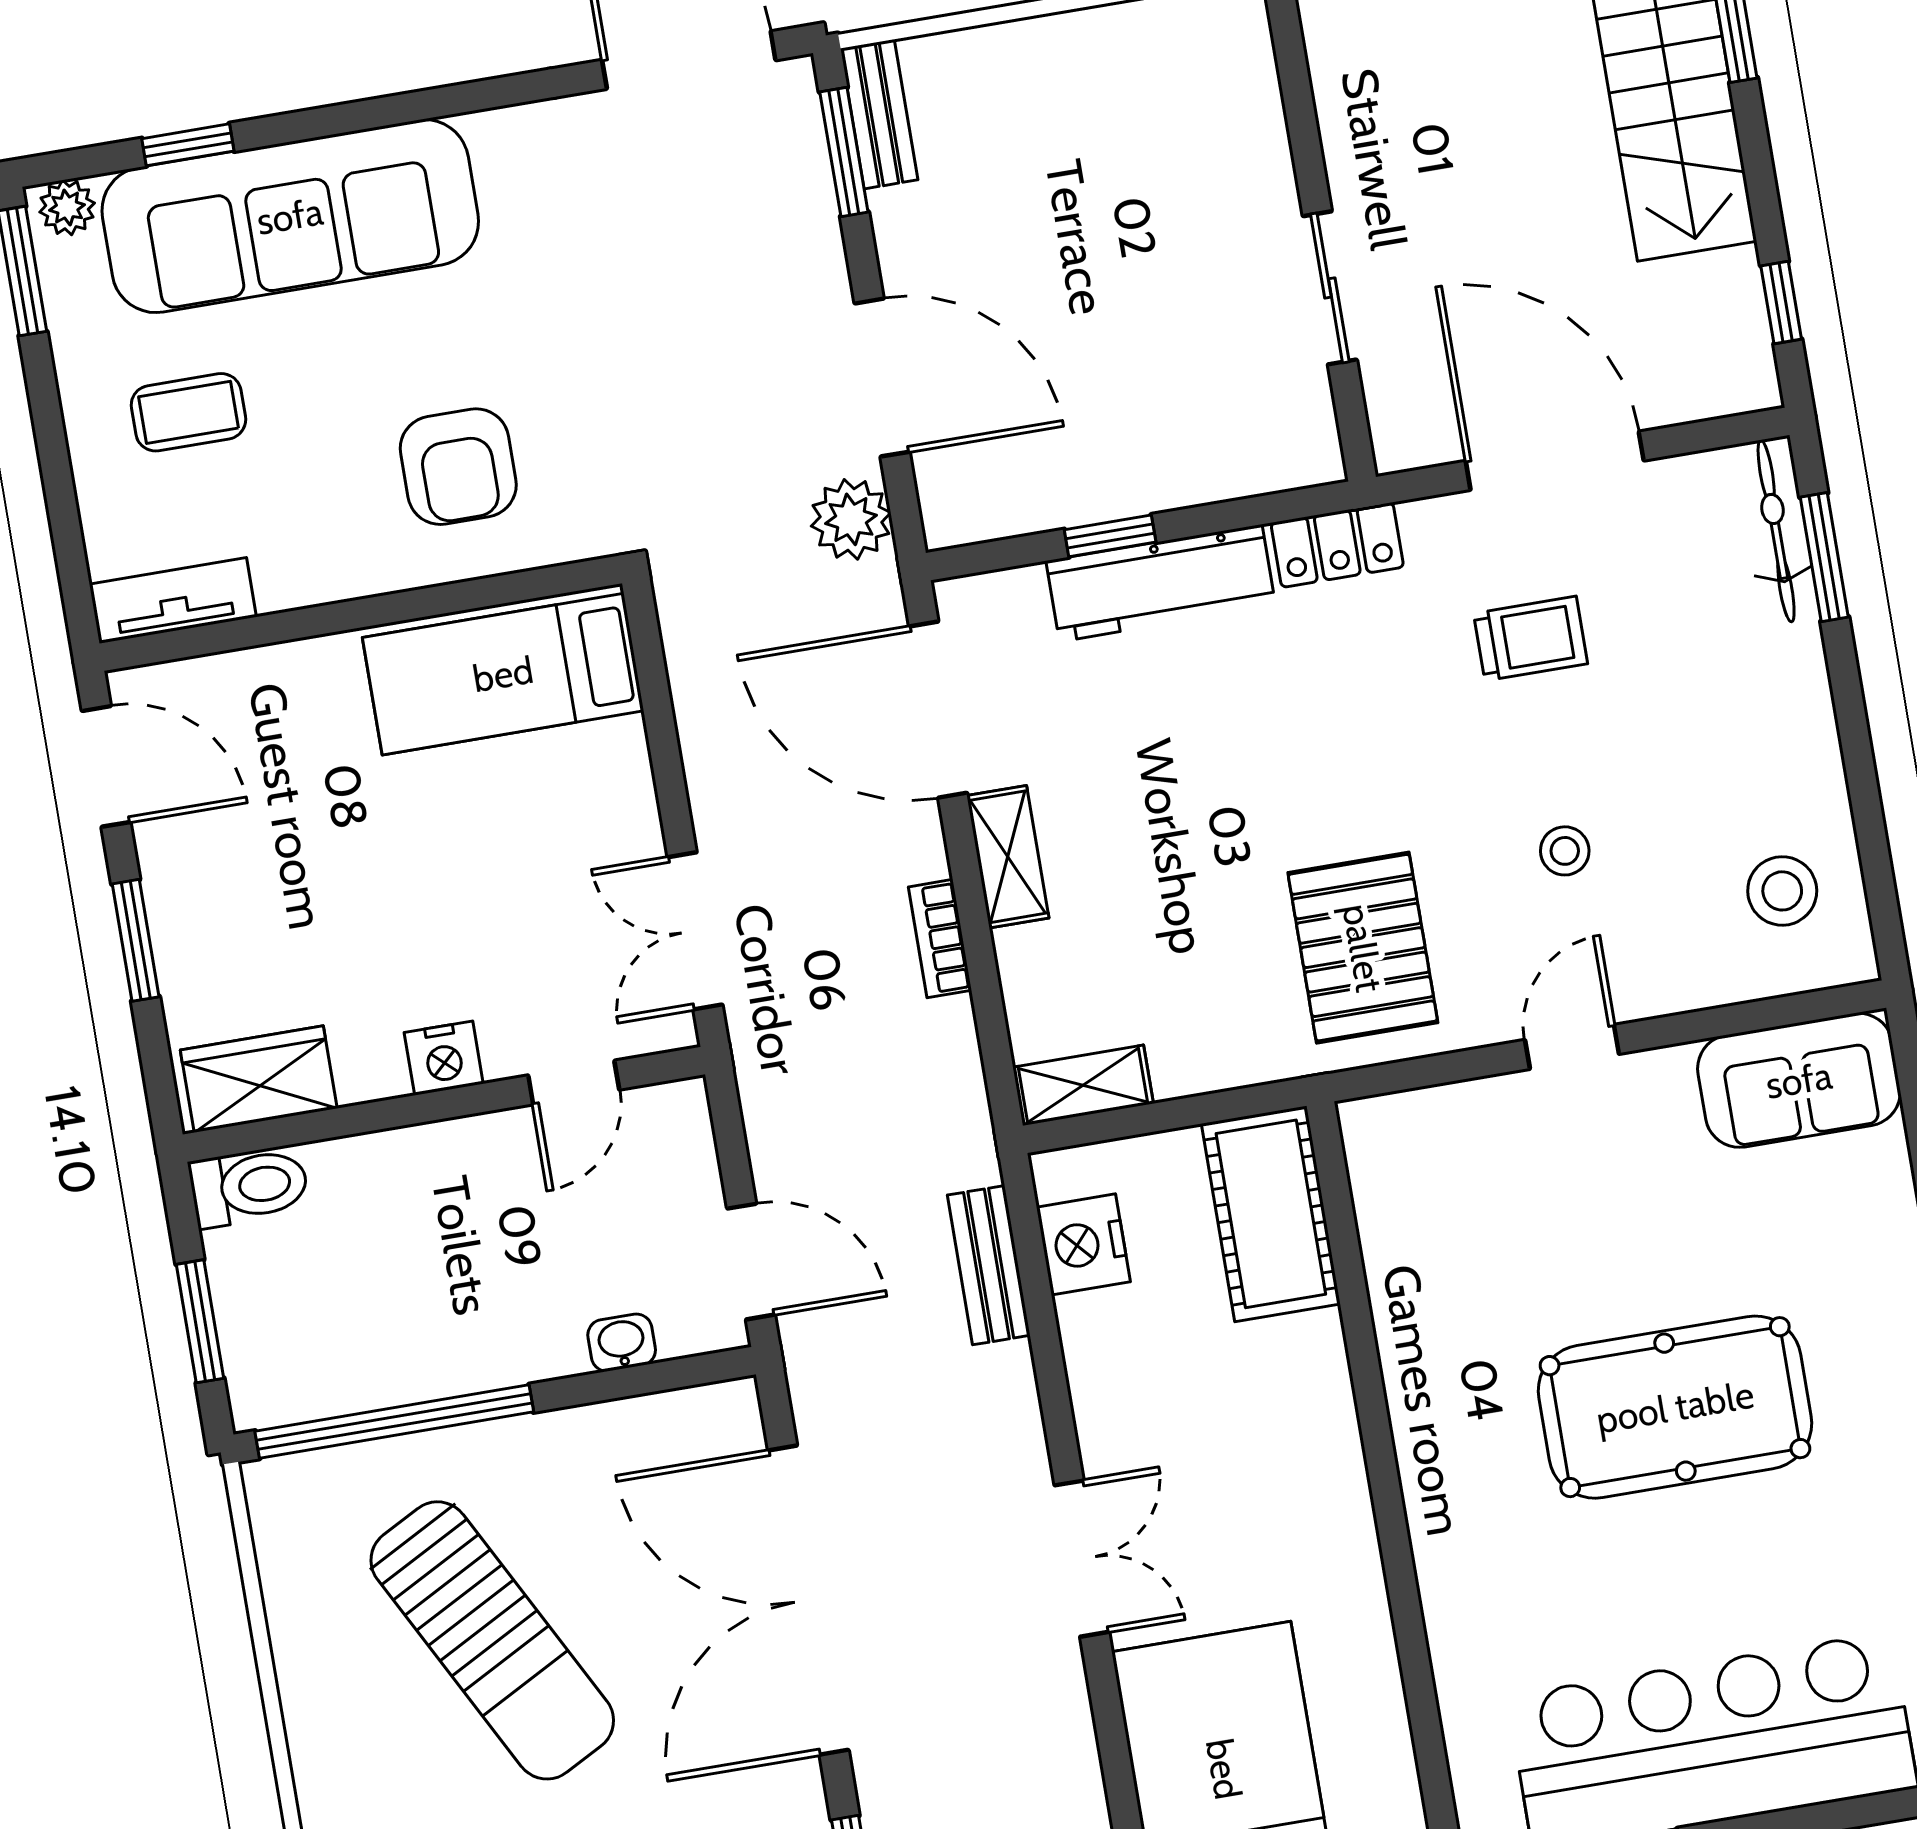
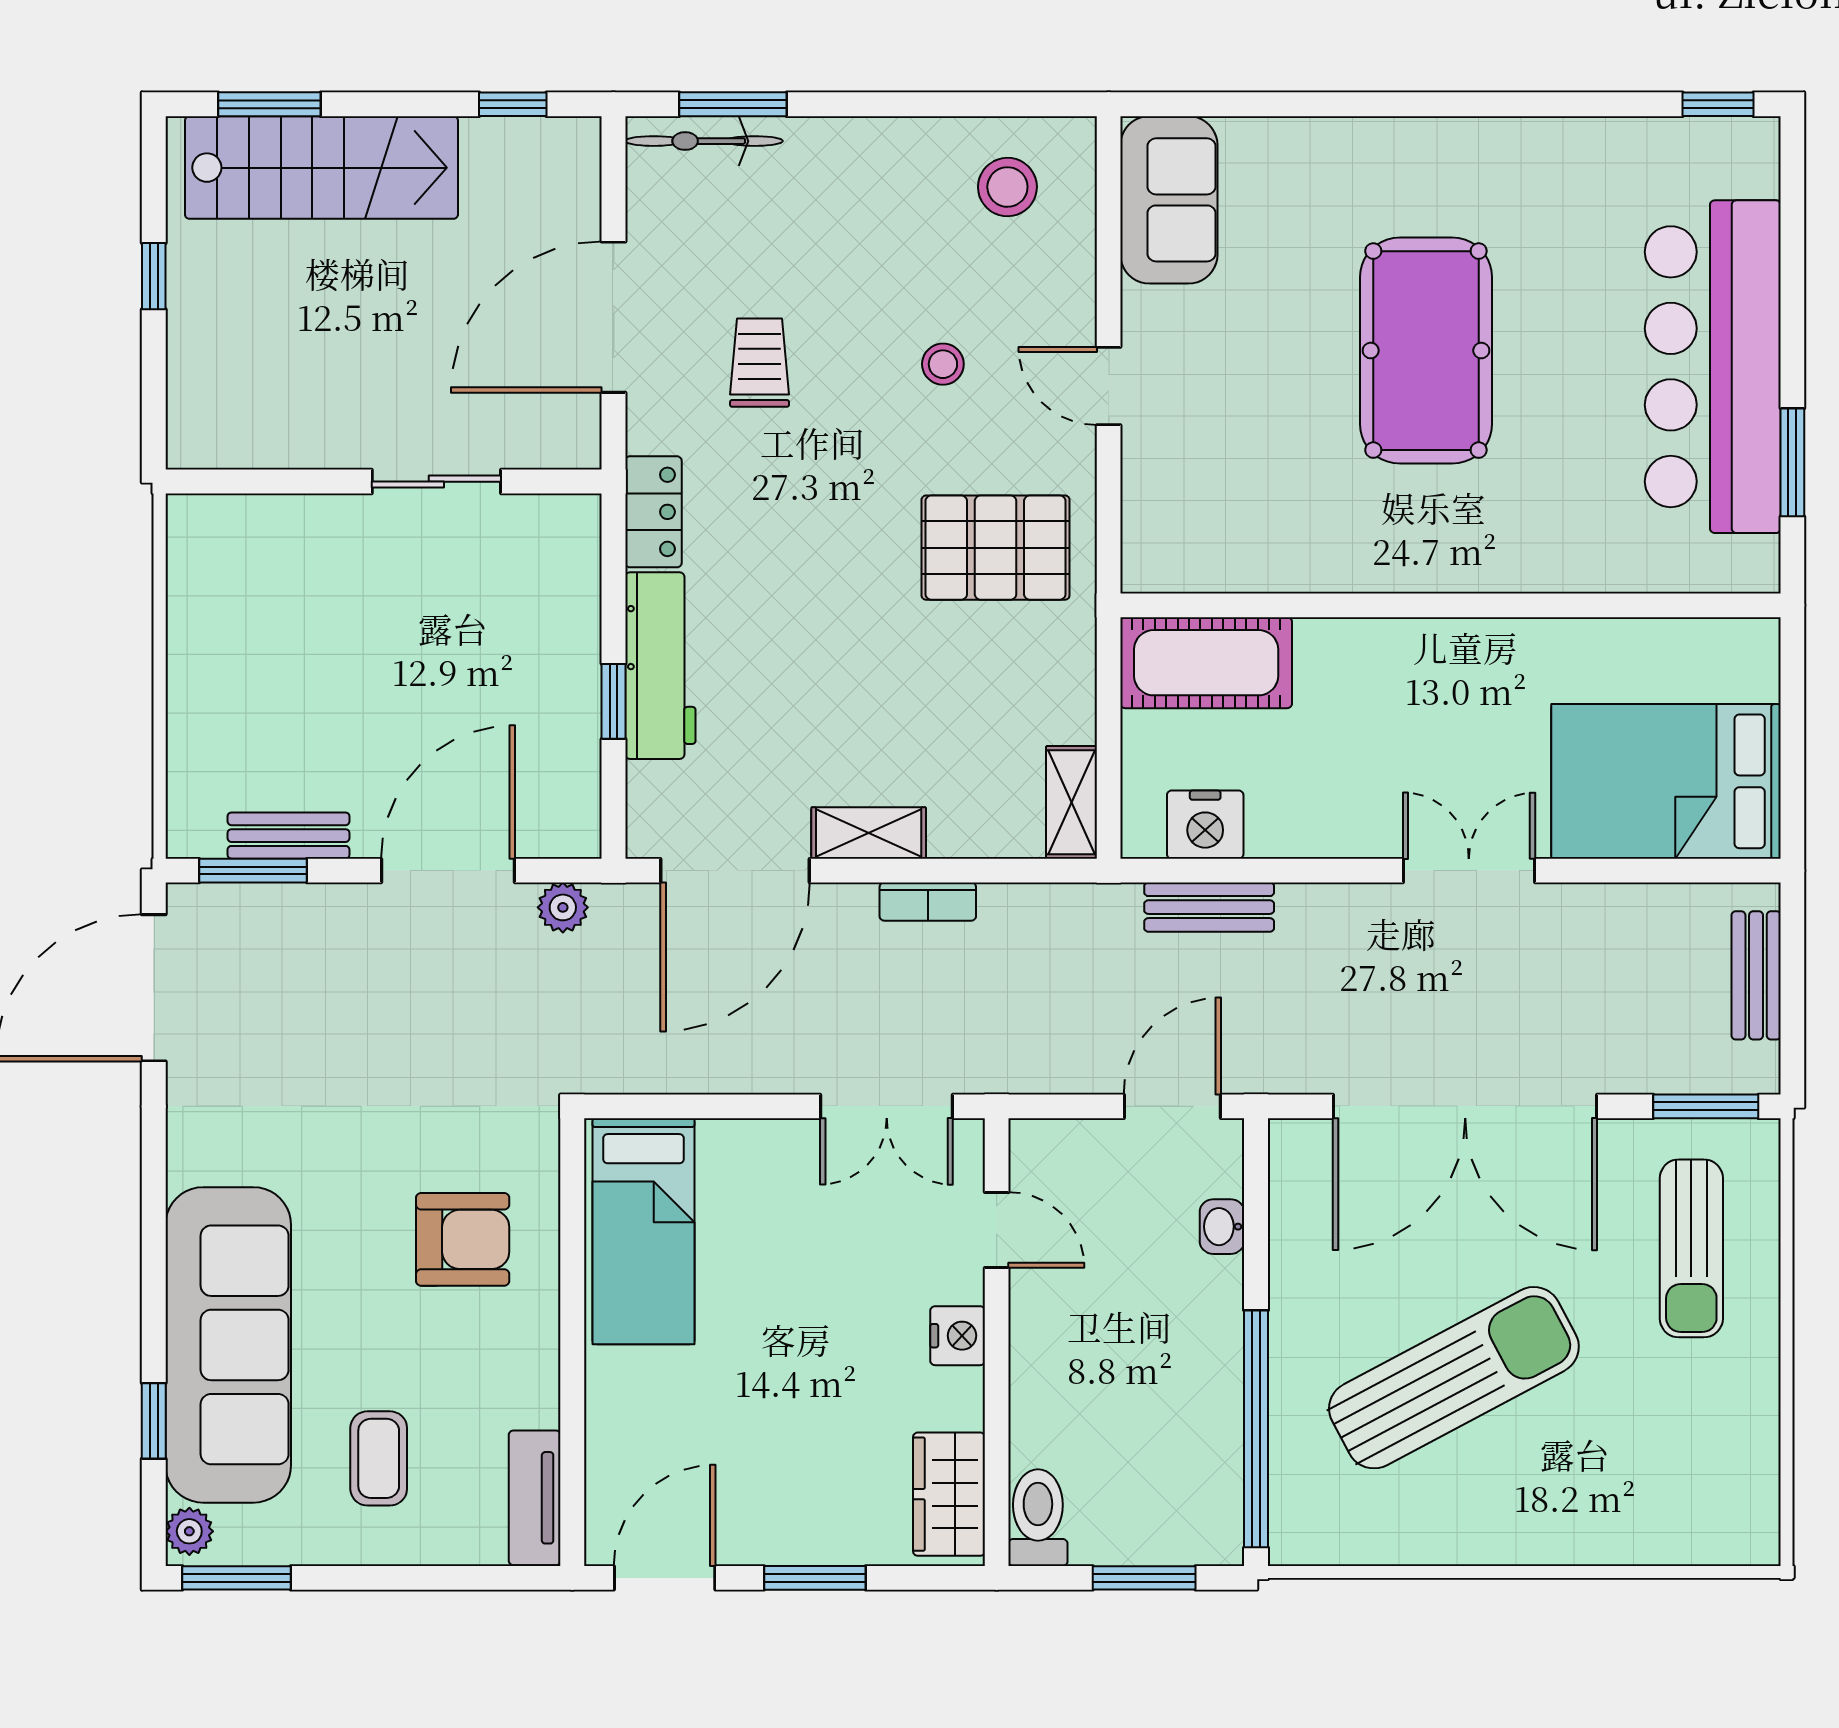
bench: (879, 114) -> (289, 836), moved
plant: (851, 519) -> (563, 907), width x0.73, depth x0.73

